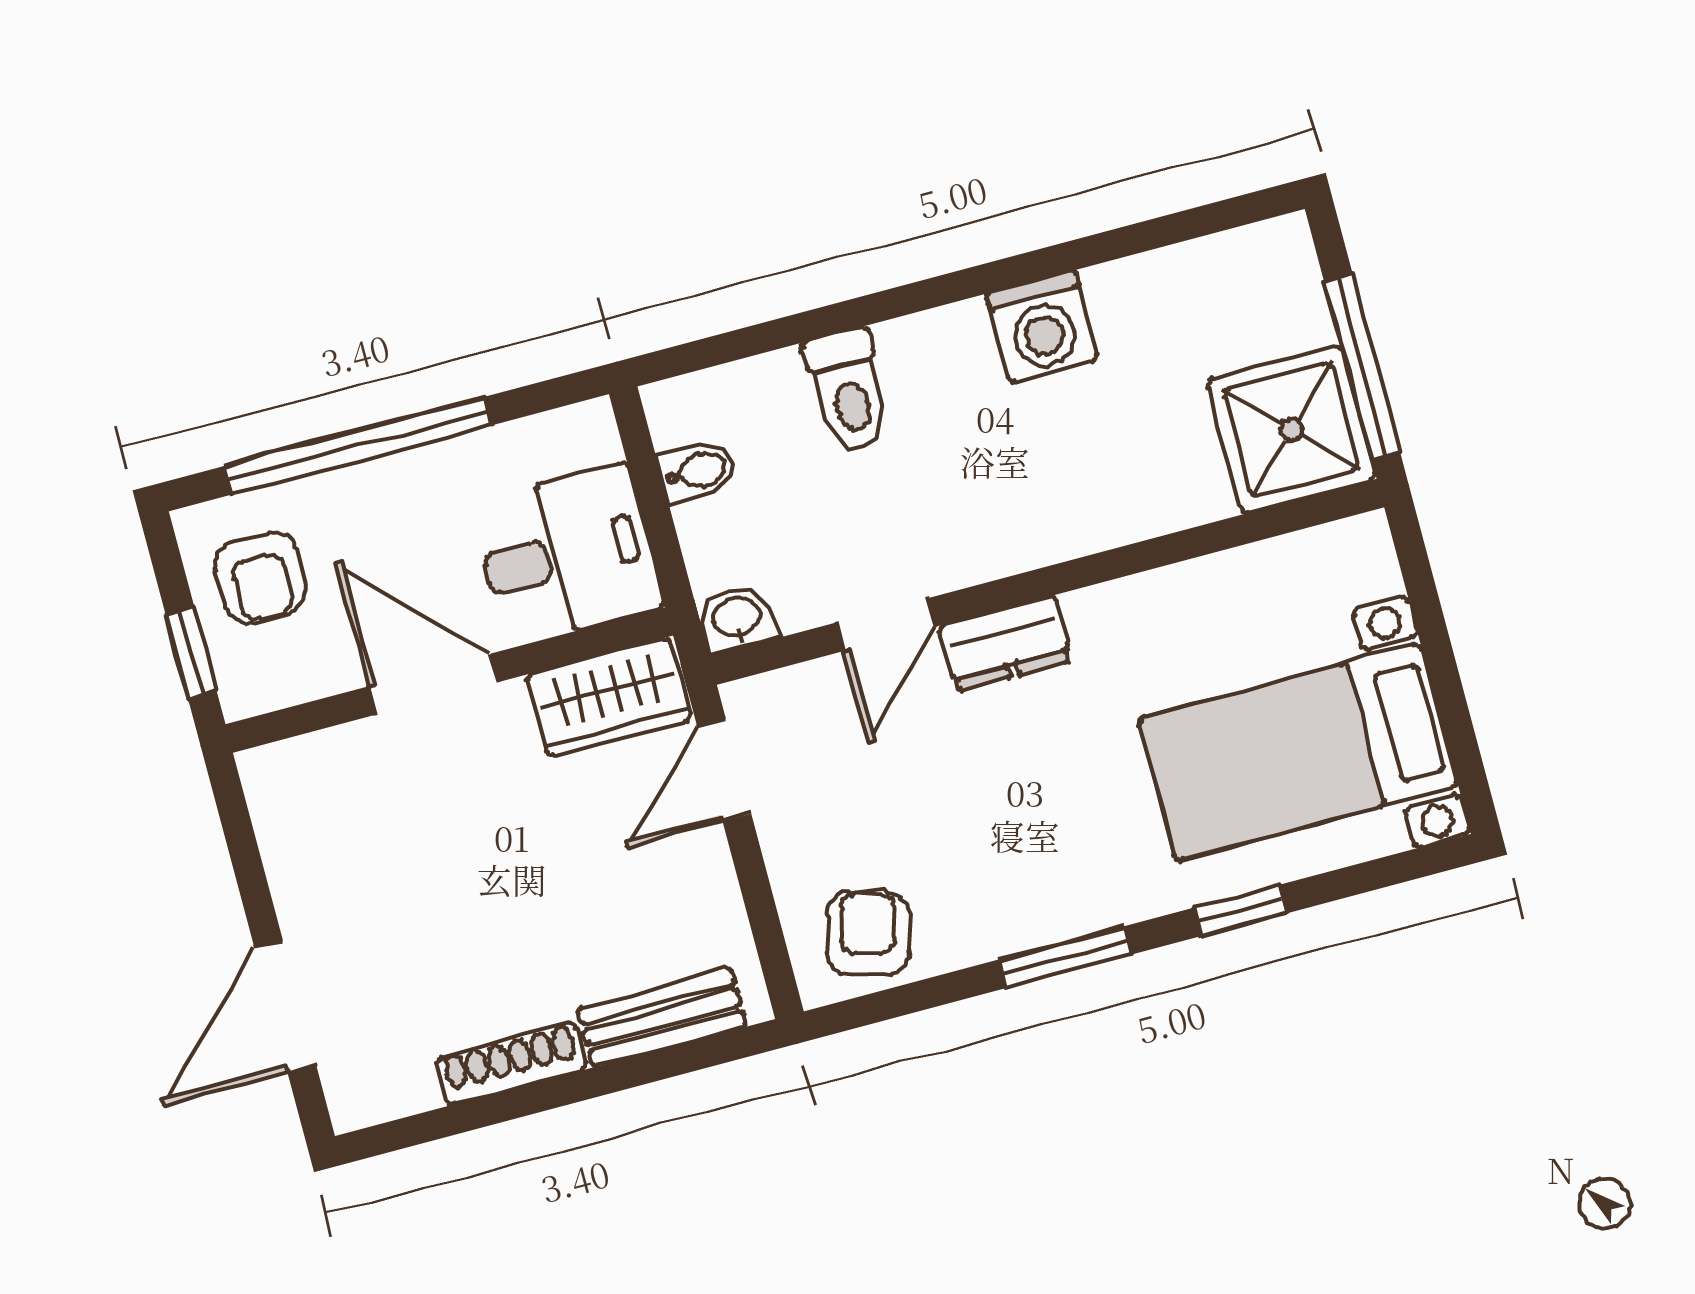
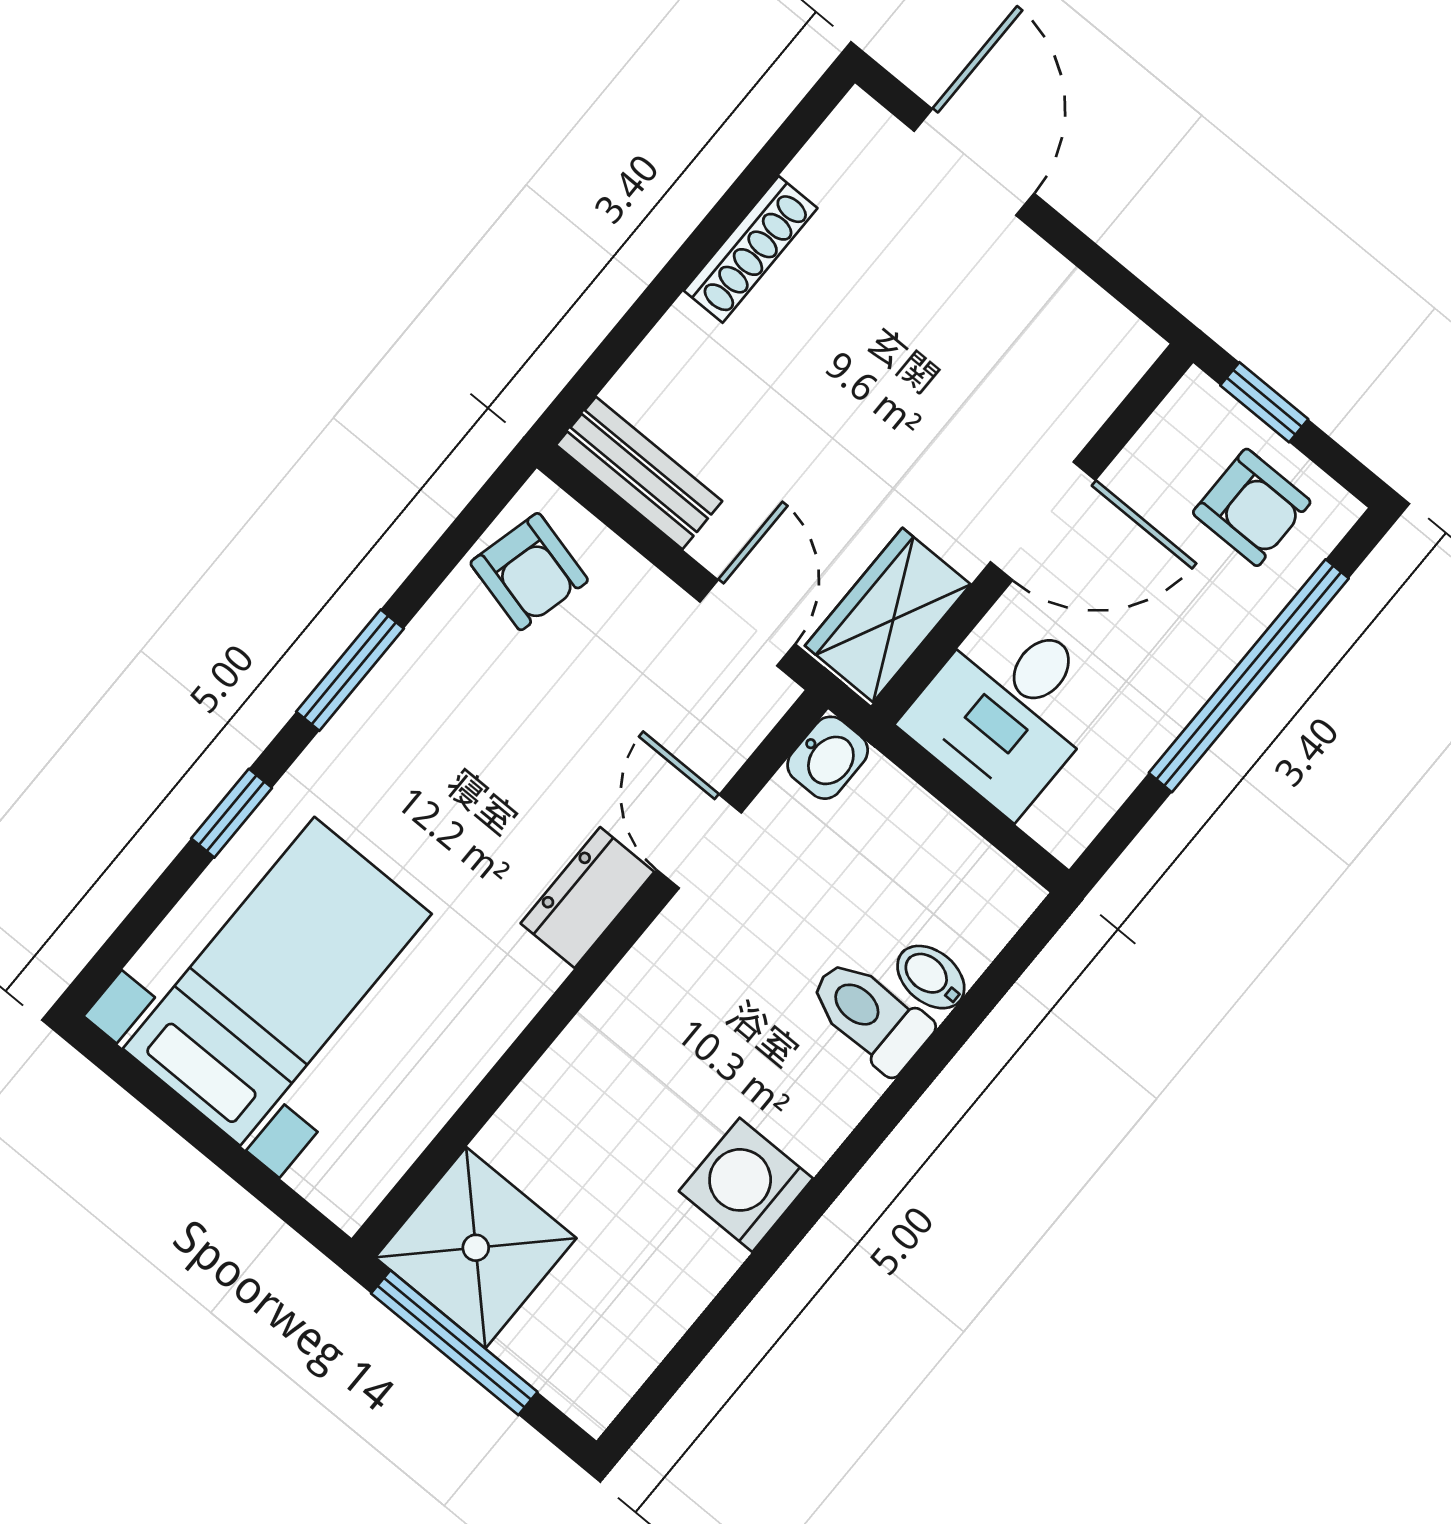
bidet: (698, 471) -> (931, 977), moved, turned 90
armchair: (260, 577) -> (1252, 507), turned 180
bench: (662, 1018) -> (639, 473), moved, turned 90

